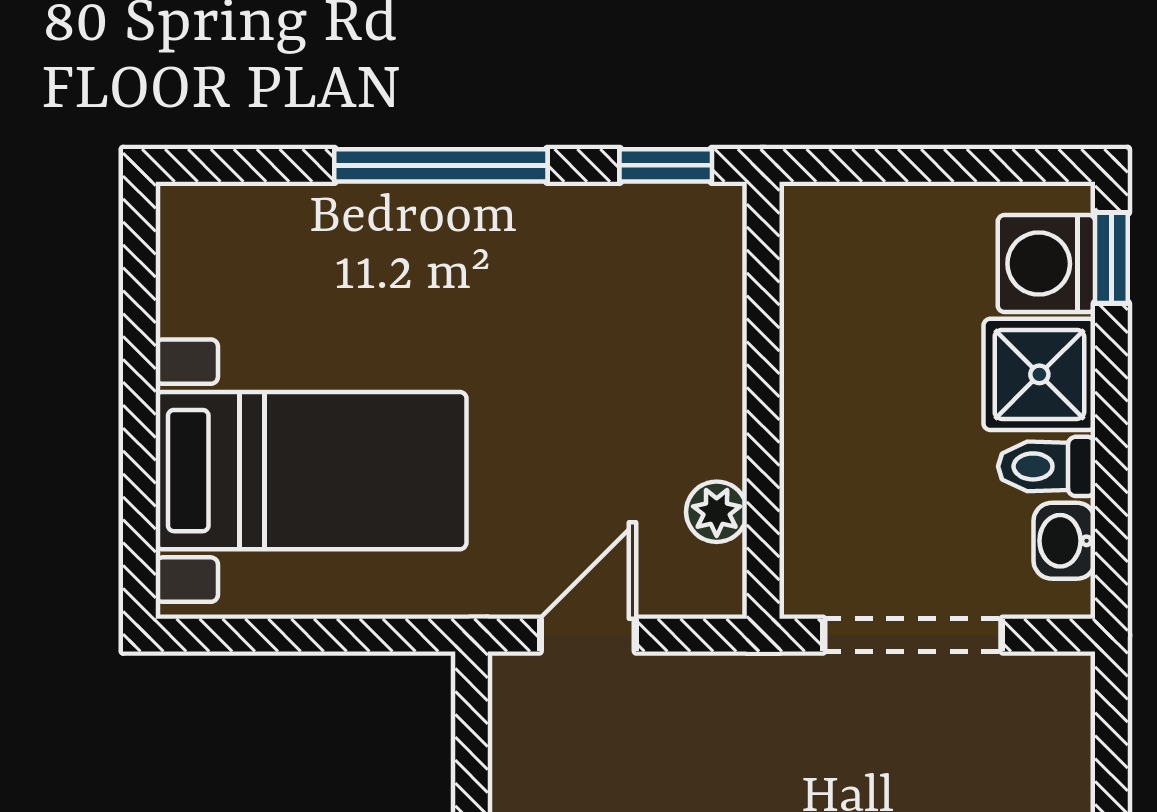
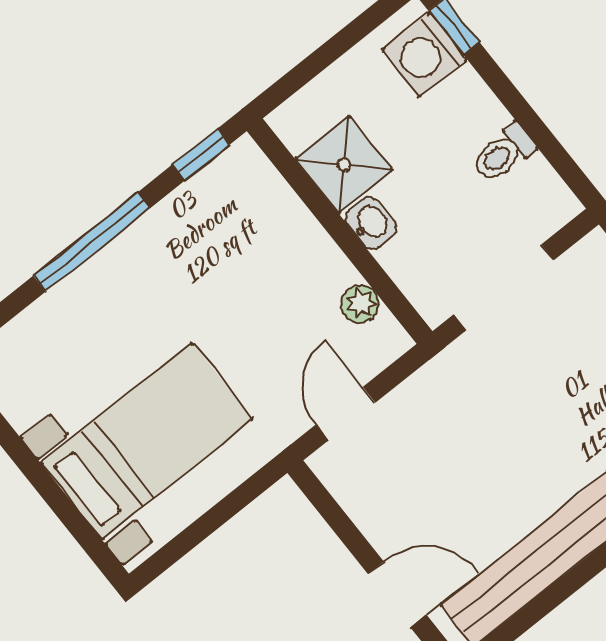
shower: (1039, 374) -> (344, 165), moved
washbasin: (1064, 541) -> (371, 223), moved, turned 180

